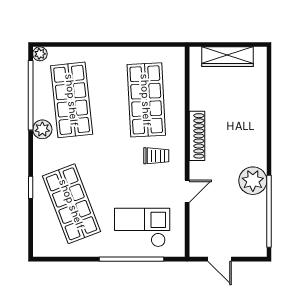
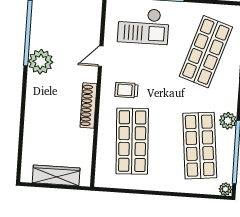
shop shelf: (72, 204) -> (206, 52), turned 39

